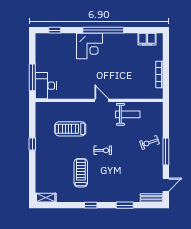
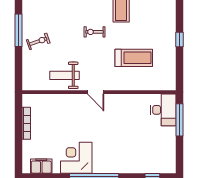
corner desk: (89, 46) -> (76, 158), moved

